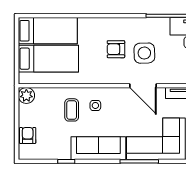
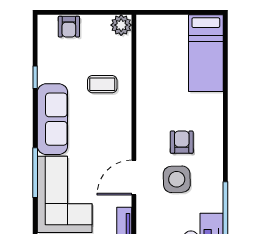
bed: (48, 59) -> (169, 54), removed
side table: (95, 105) -> (108, 115), removed
armchair: (28, 135) -> (69, 27), turned 90

